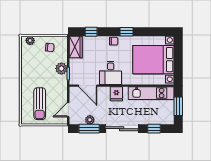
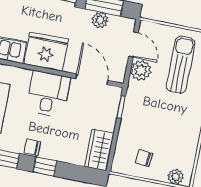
window: (91, 32) -> (45, 166), moved
plant: (61, 68) -> (141, 70), moved
fridge: (116, 94) -> (46, 52), width x1.88, depth x1.34
door: (68, 110) -> (133, 44), hinge flipped

